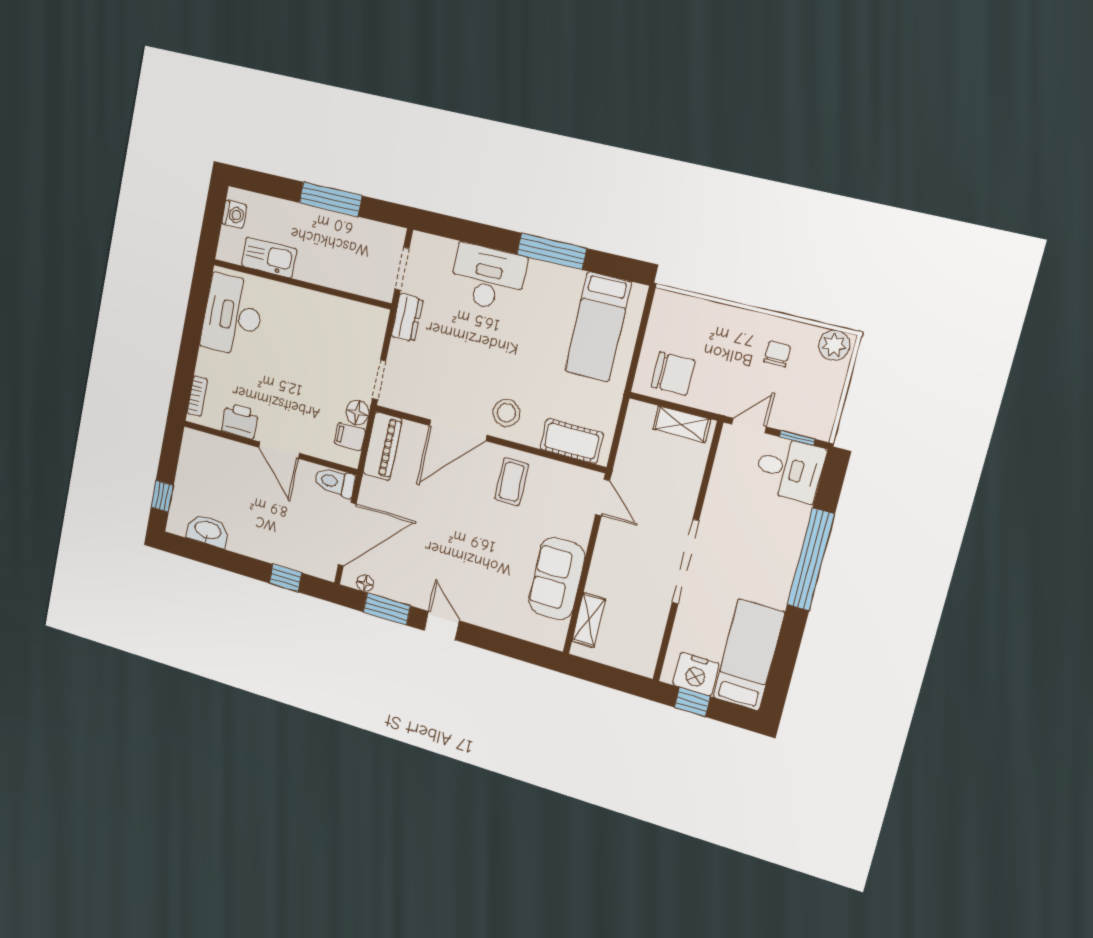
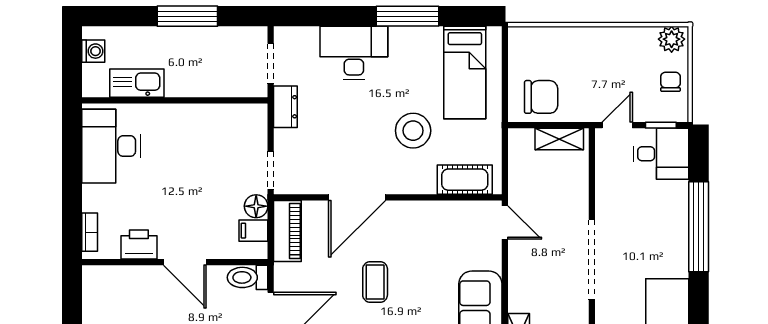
chair: (777, 354) -> (670, 82), moved
stool: (506, 413) -> (413, 131), moved, width x1.38, depth x1.38
coffee table: (512, 482) -> (375, 282), moved

